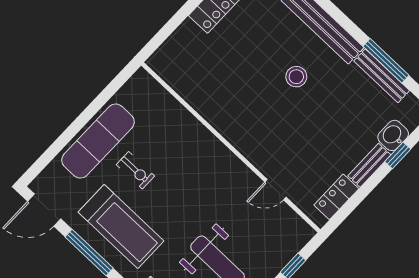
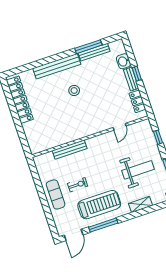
bench: (189, 124) -> (70, 150), added
exercise mat: (98, 141) -> (56, 194), width x0.73, depth x0.69
window: (398, 155) -> (137, 74), moved

